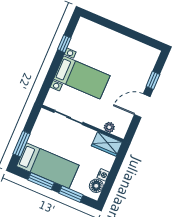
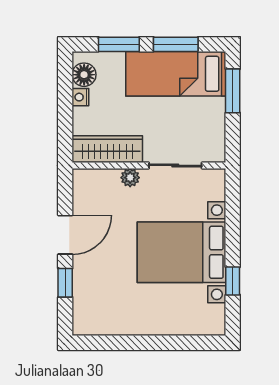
bed with nightstands: (82, 77) -> (182, 252), width x1.36
plant: (109, 127) -> (130, 178), moved
wardrobe: (107, 144) -> (107, 149), width x1.50

